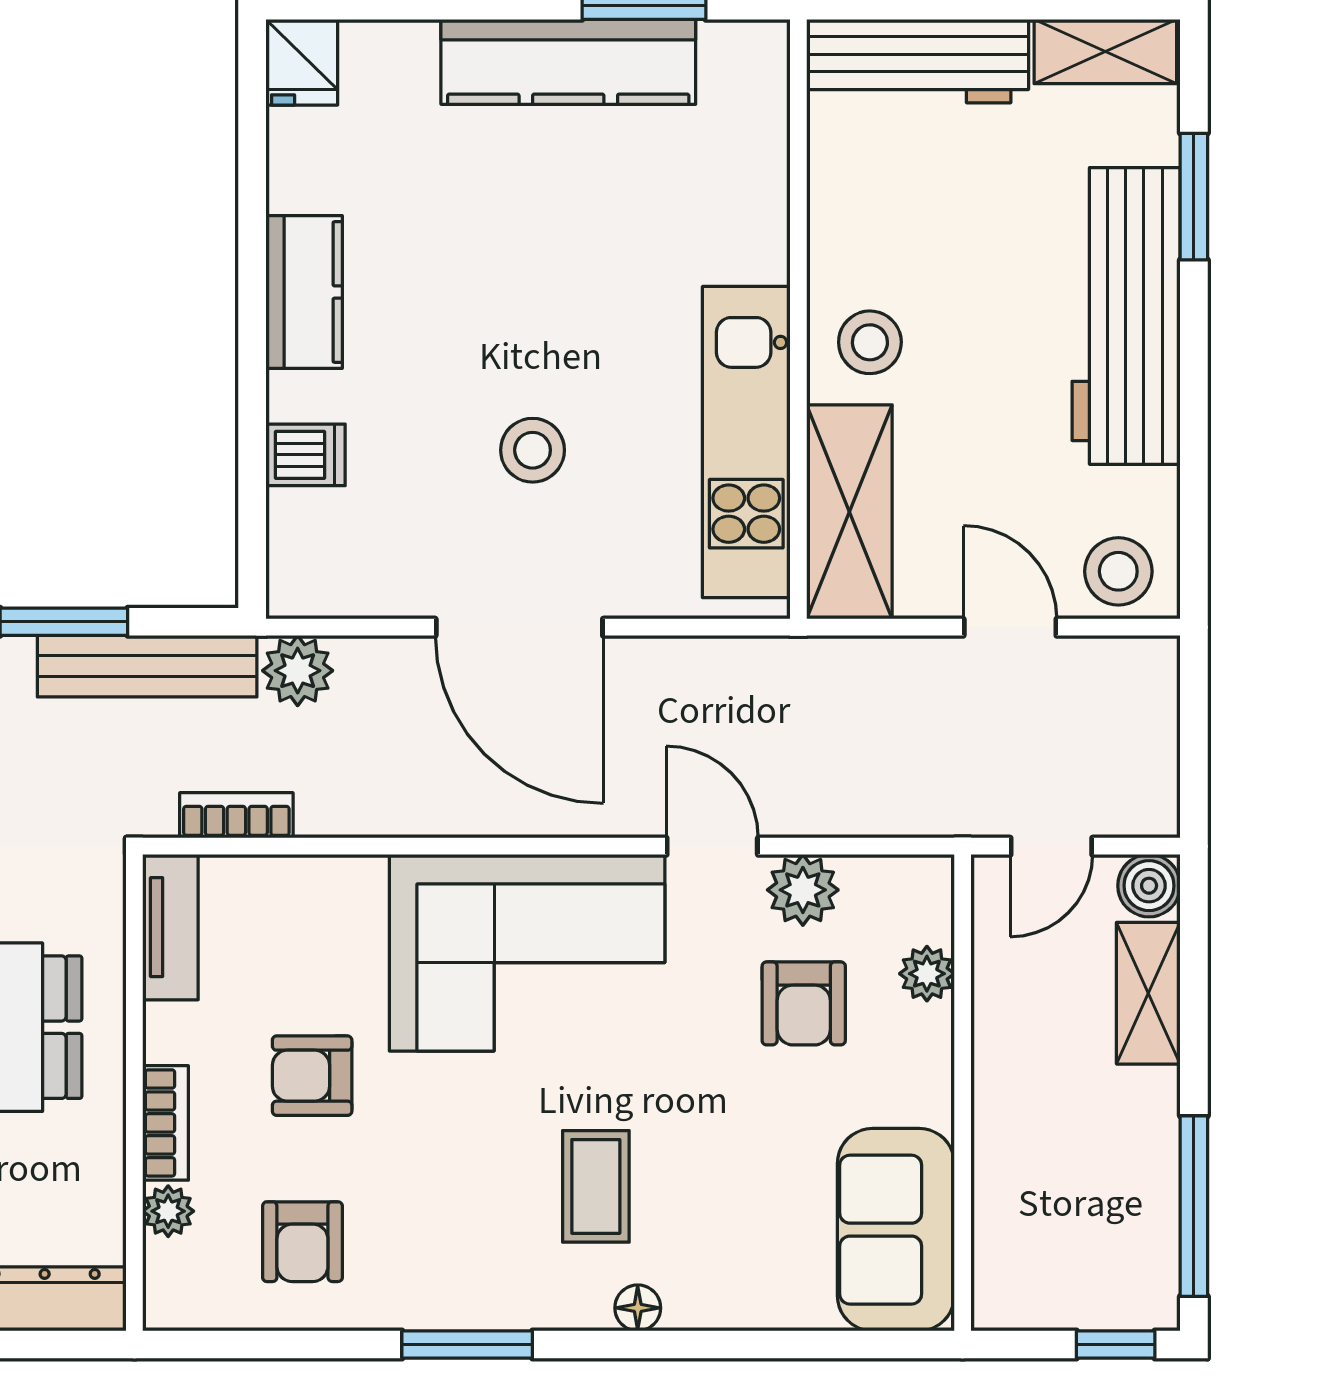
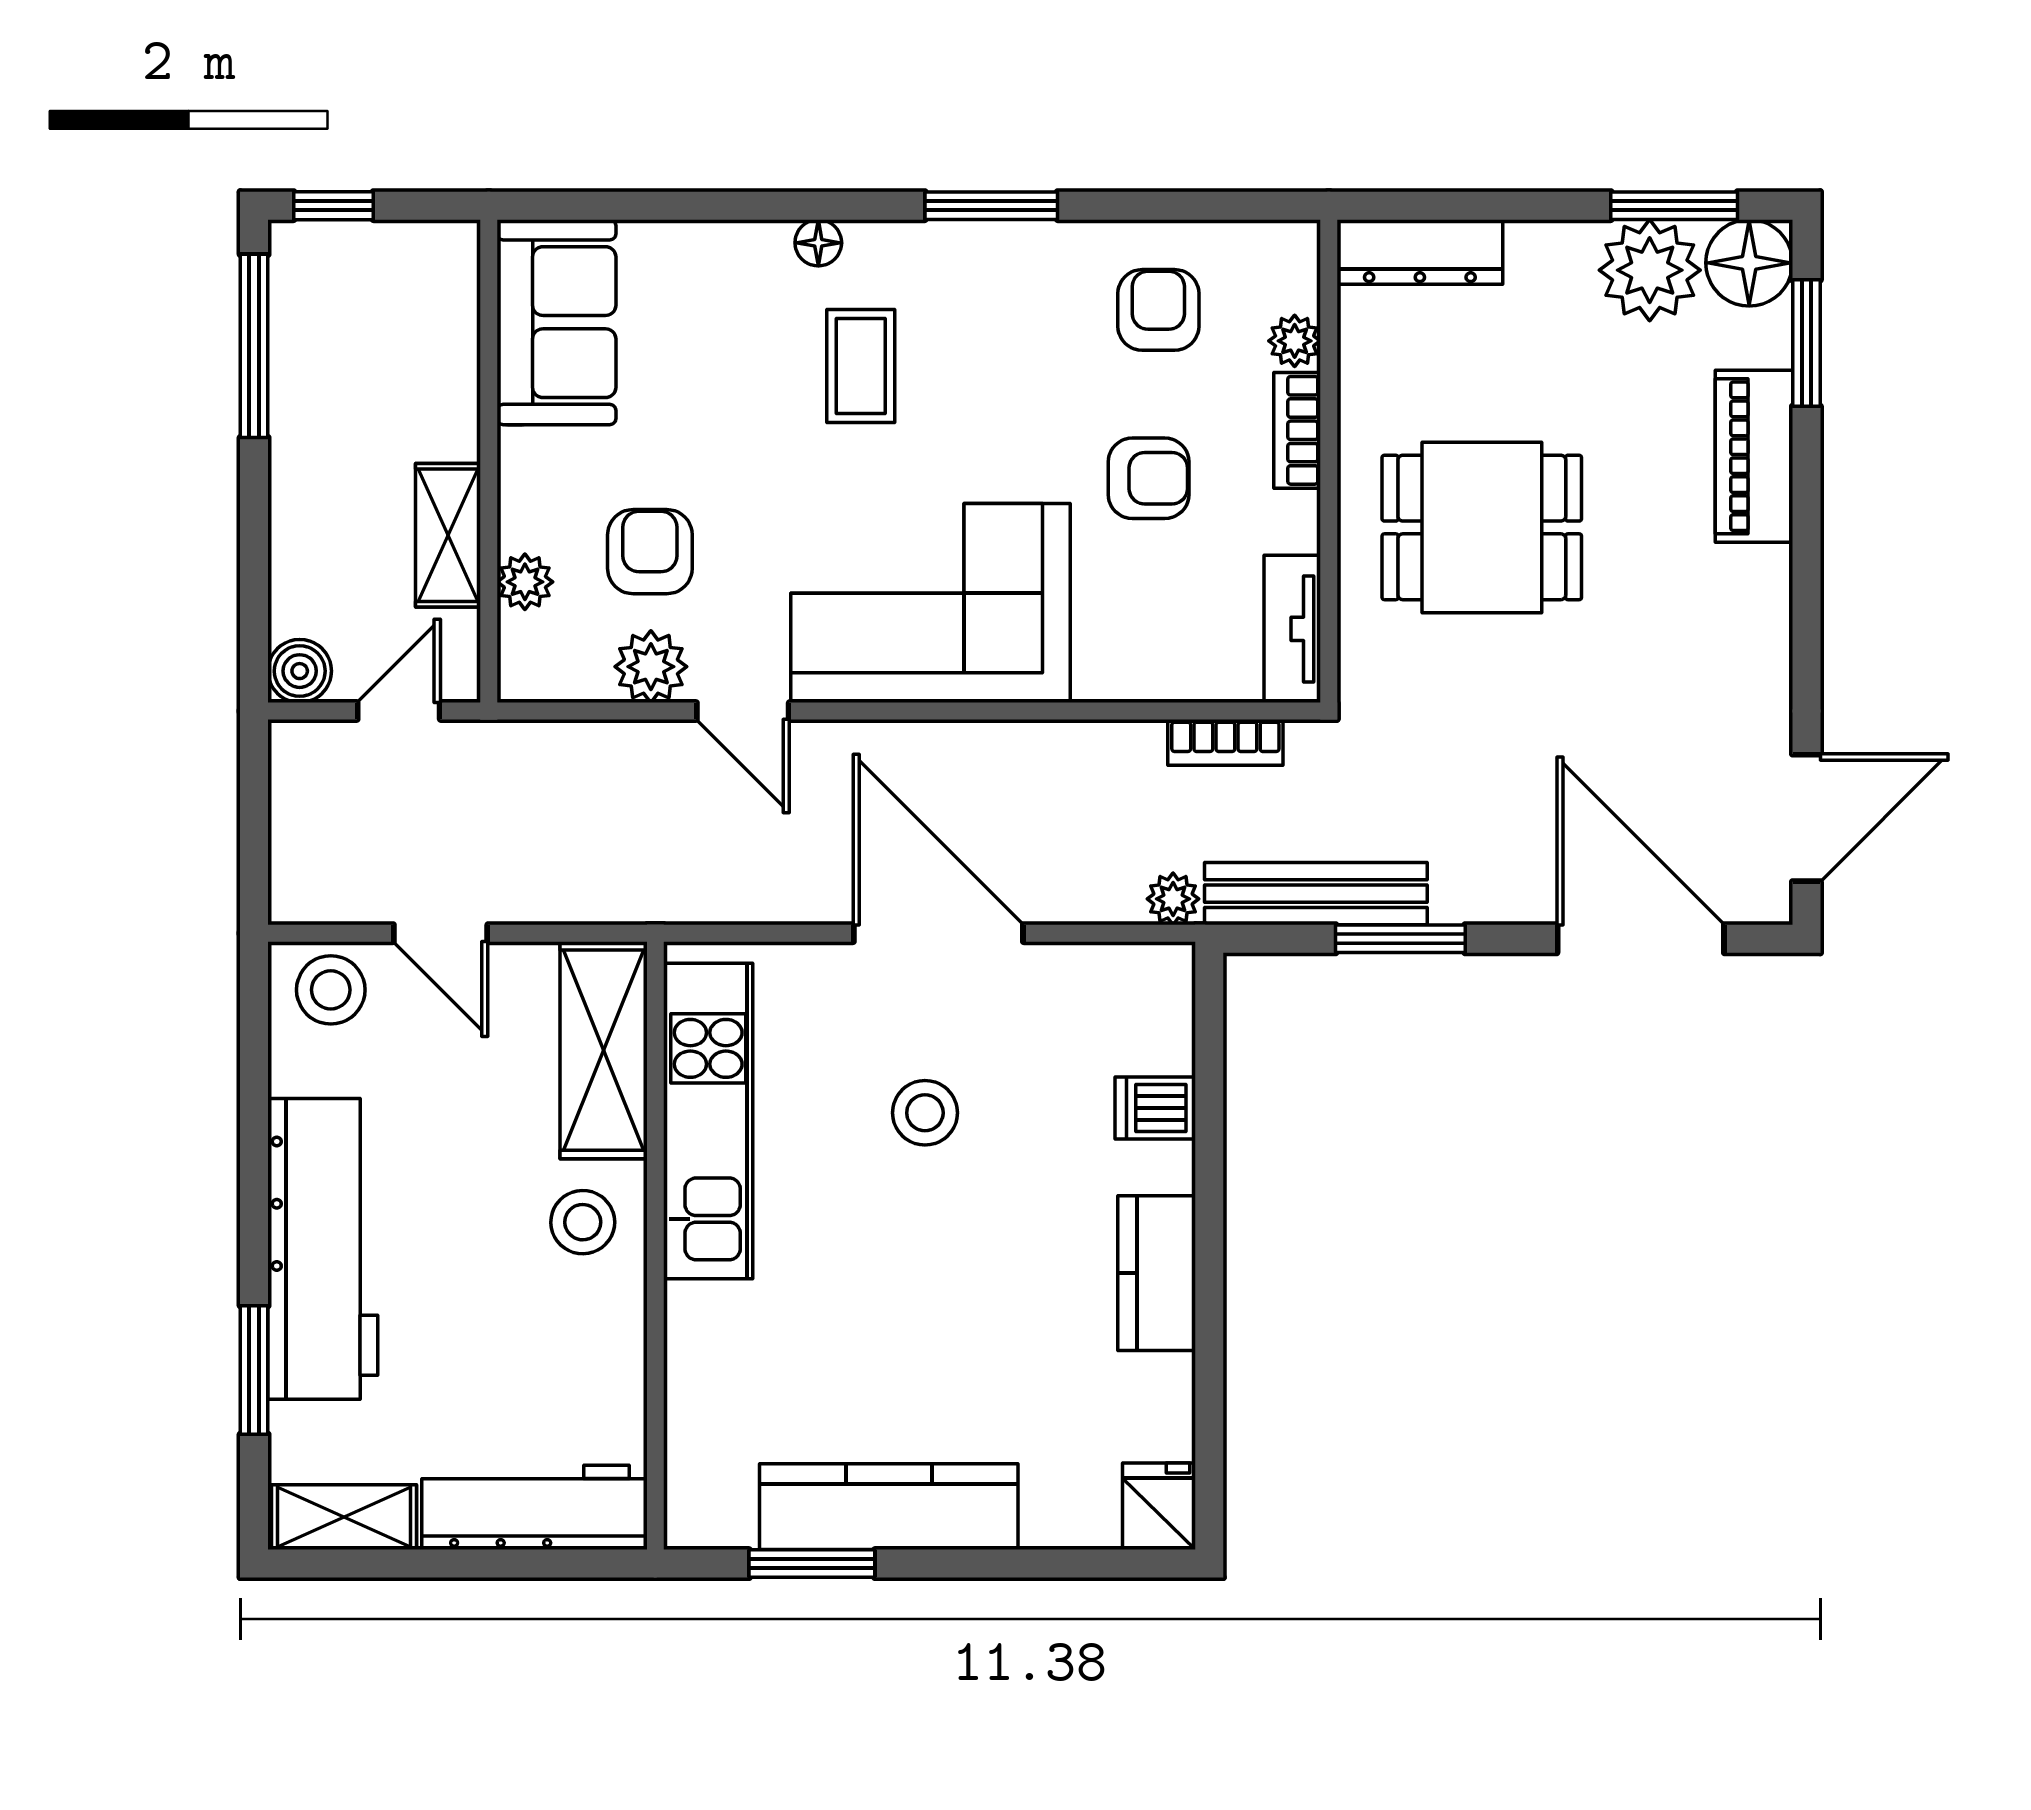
plant: (298, 671) -> (1173, 899), width x0.73, depth x0.73
shelving: (1148, 993) -> (448, 535), moved

